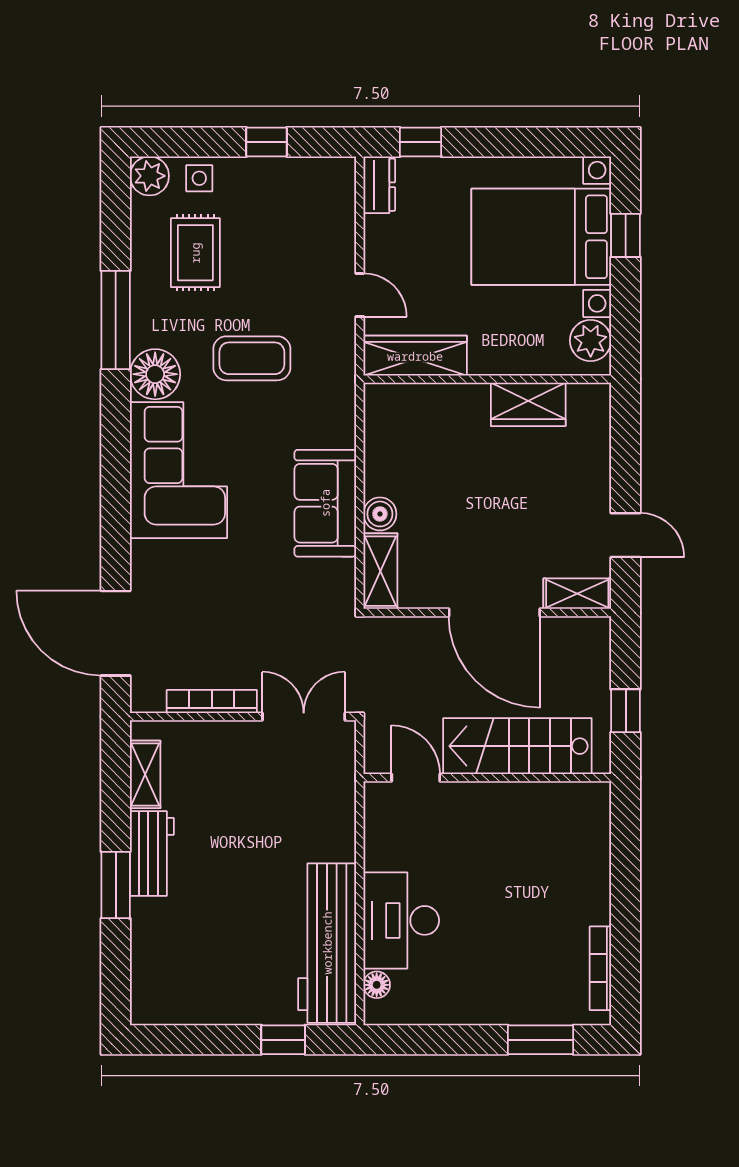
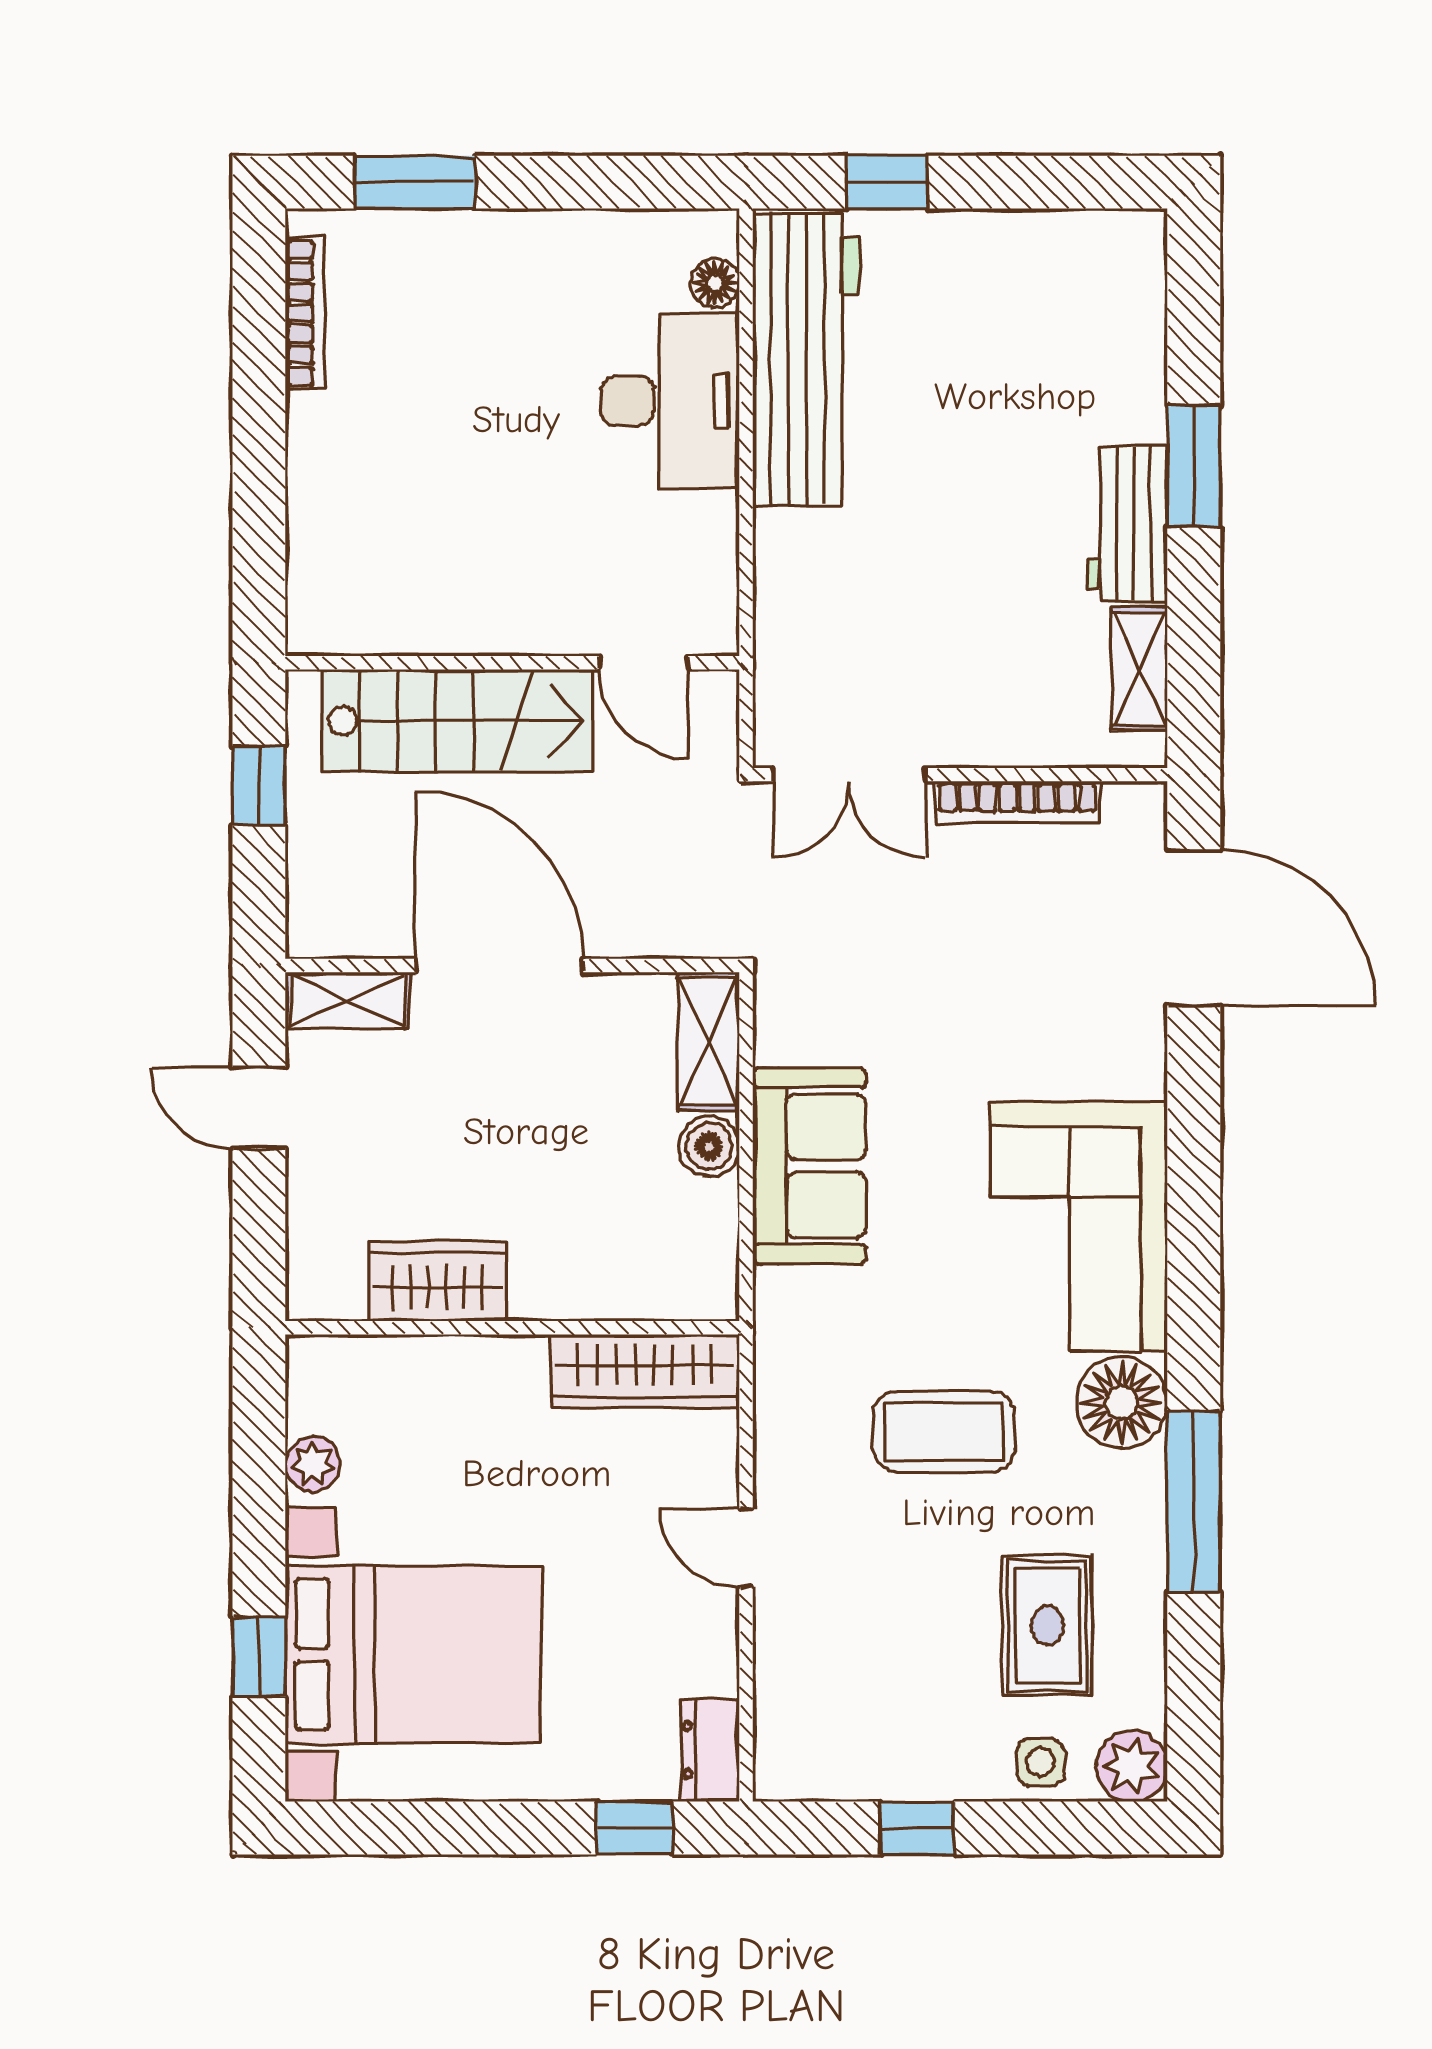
plant: (591, 341) -> (313, 1464), width x0.73, depth x0.73
wardrobe: (415, 356) -> (645, 1371), moved
wall: (487, 379) -> (512, 1328), moved
wardrobe: (528, 404) -> (437, 1281), moved

